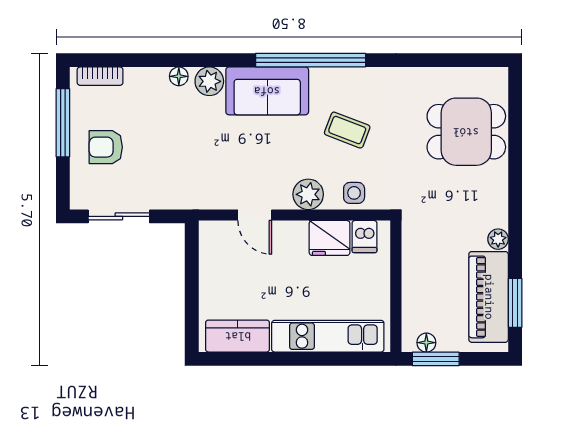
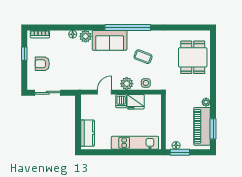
window: (63, 123) -> (24, 54), width x0.46
dining table: (466, 132) -> (193, 57), turned 90
door: (255, 215) -> (104, 92), swing flipped
dishwasher: (364, 237) -> (121, 101), moved
kitchen counter: (238, 336) -> (88, 133), moved, turned 90

